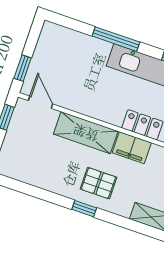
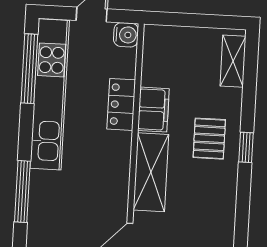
window: (116, 39) -> (22, 192), moved

